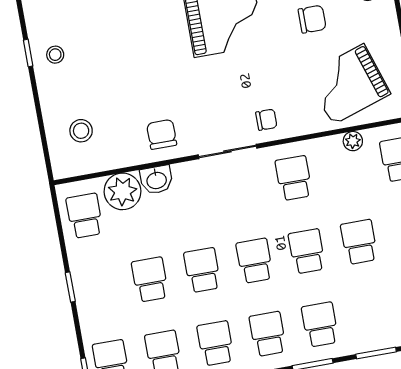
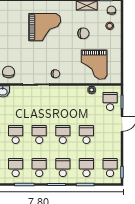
grand piano: (348, 84) -> (94, 65), turned -72
school desk: (294, 178) -> (86, 168), moved

